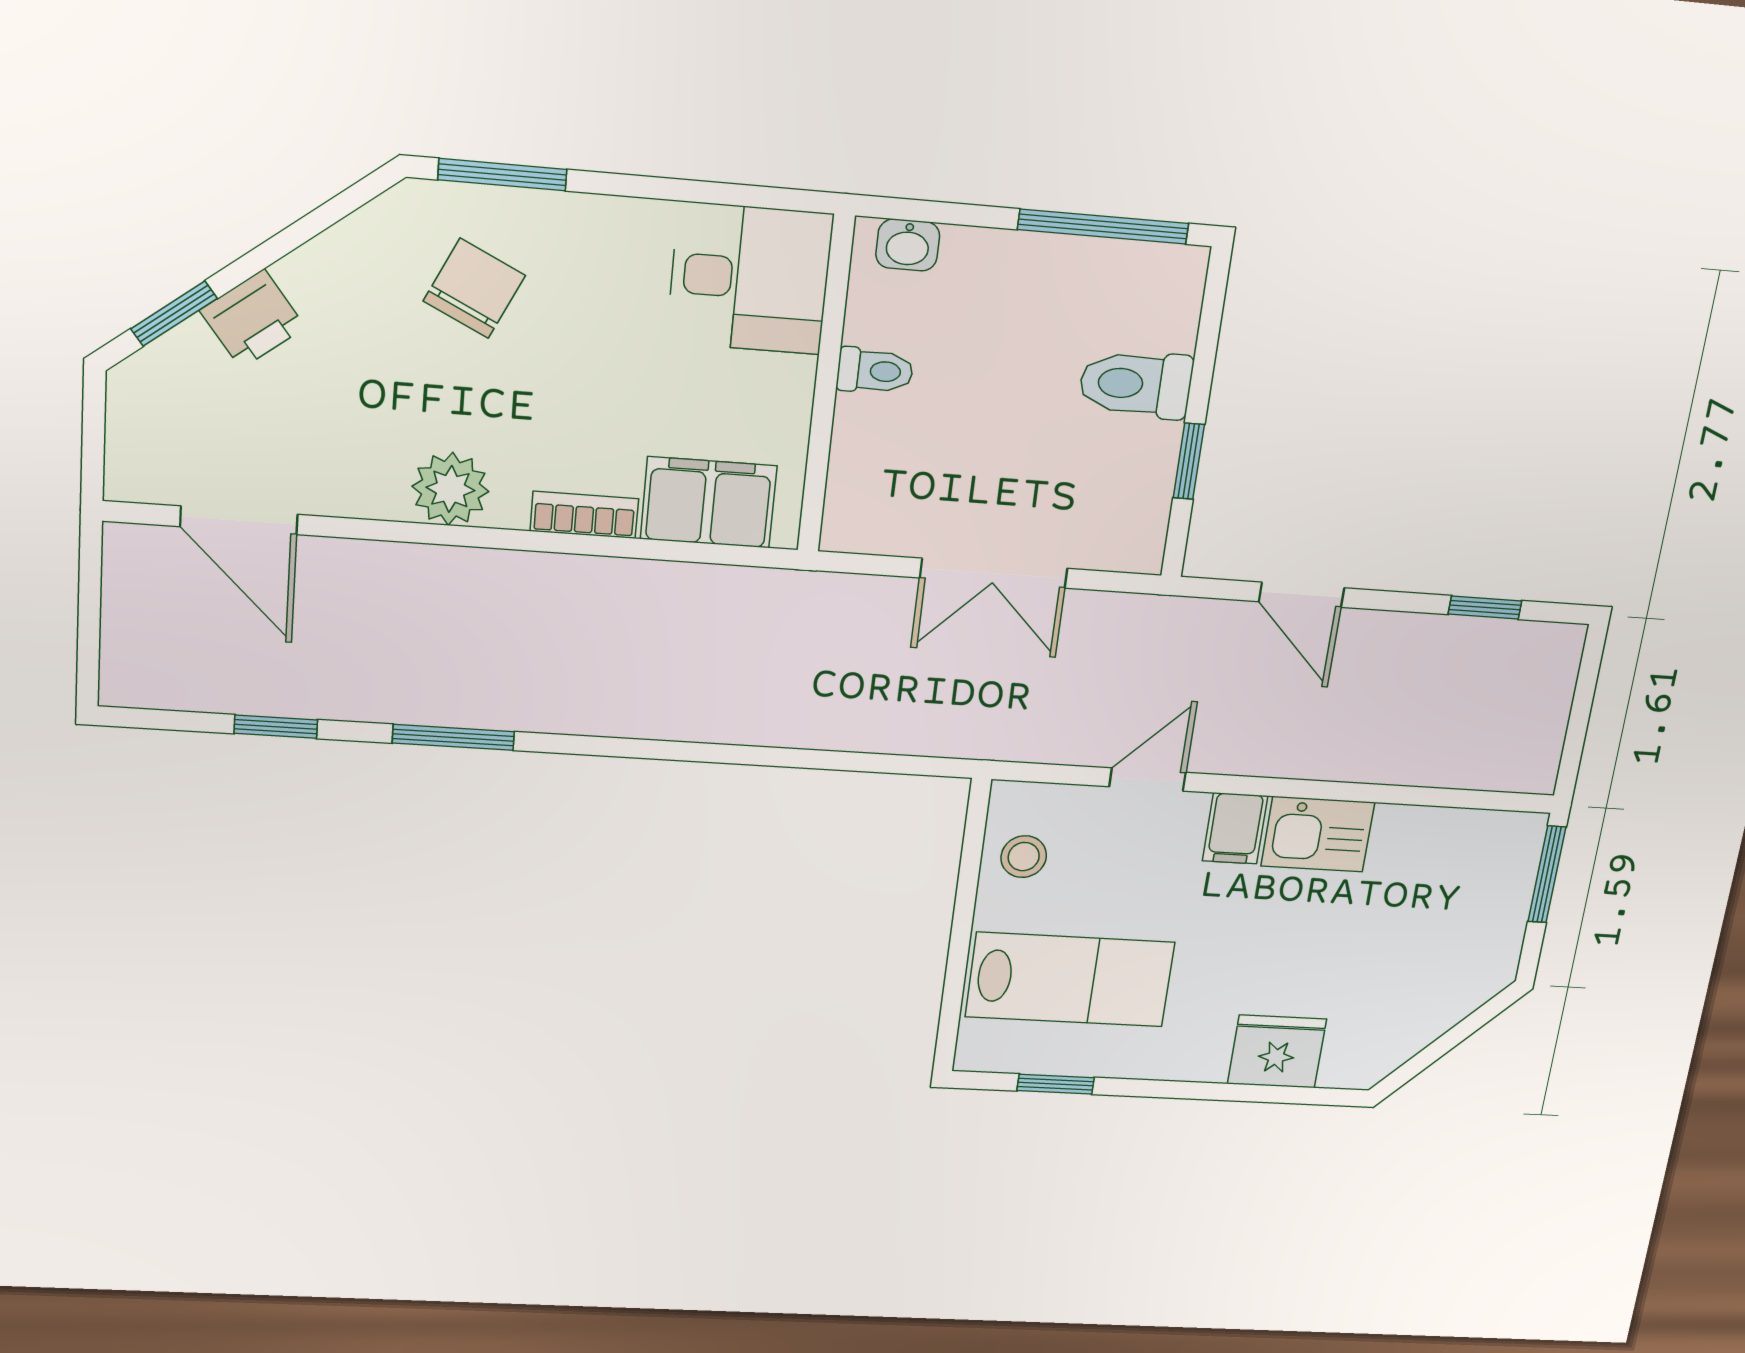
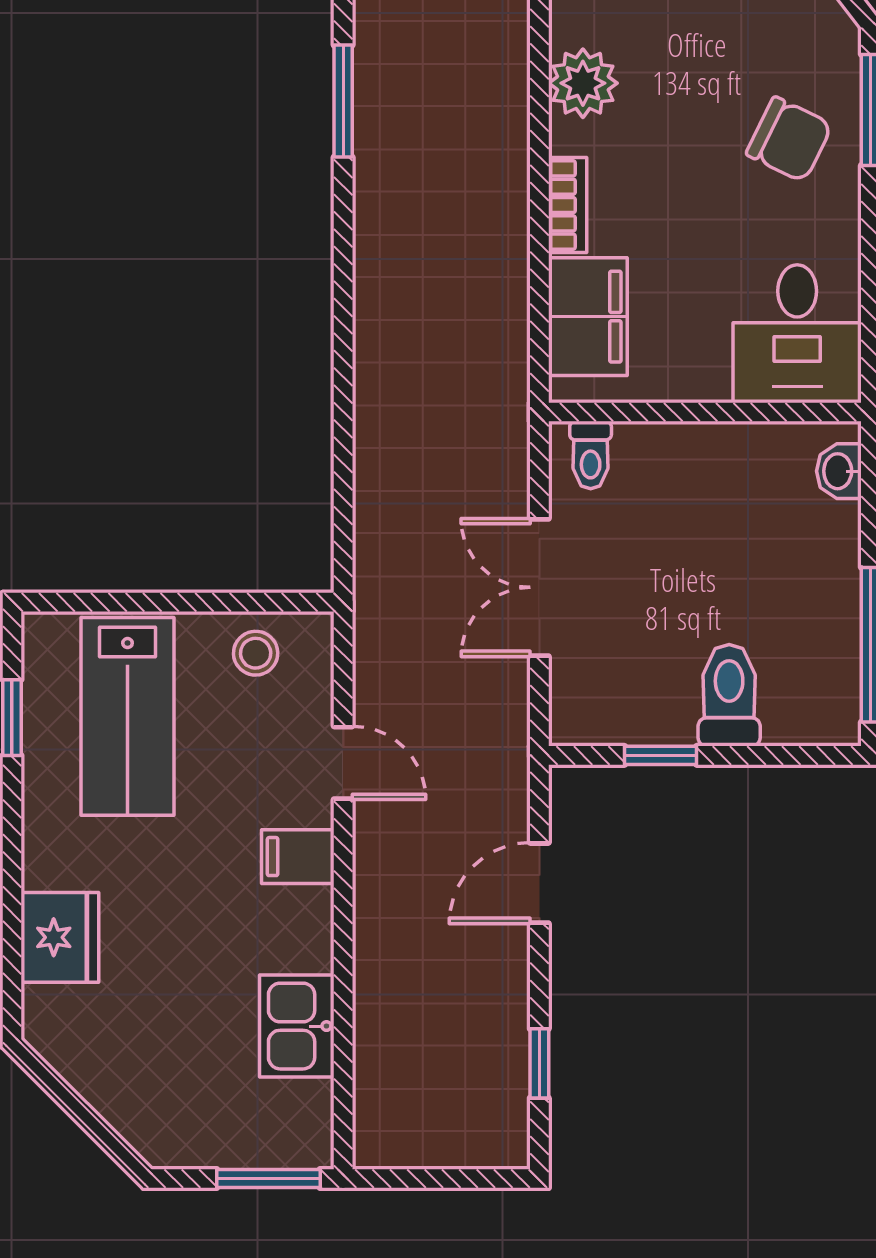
chair: (474, 288) -> (789, 139), moved
toilet: (875, 371) -> (591, 455), moved
kitchen sink: (1318, 834) -> (297, 1026), moved

